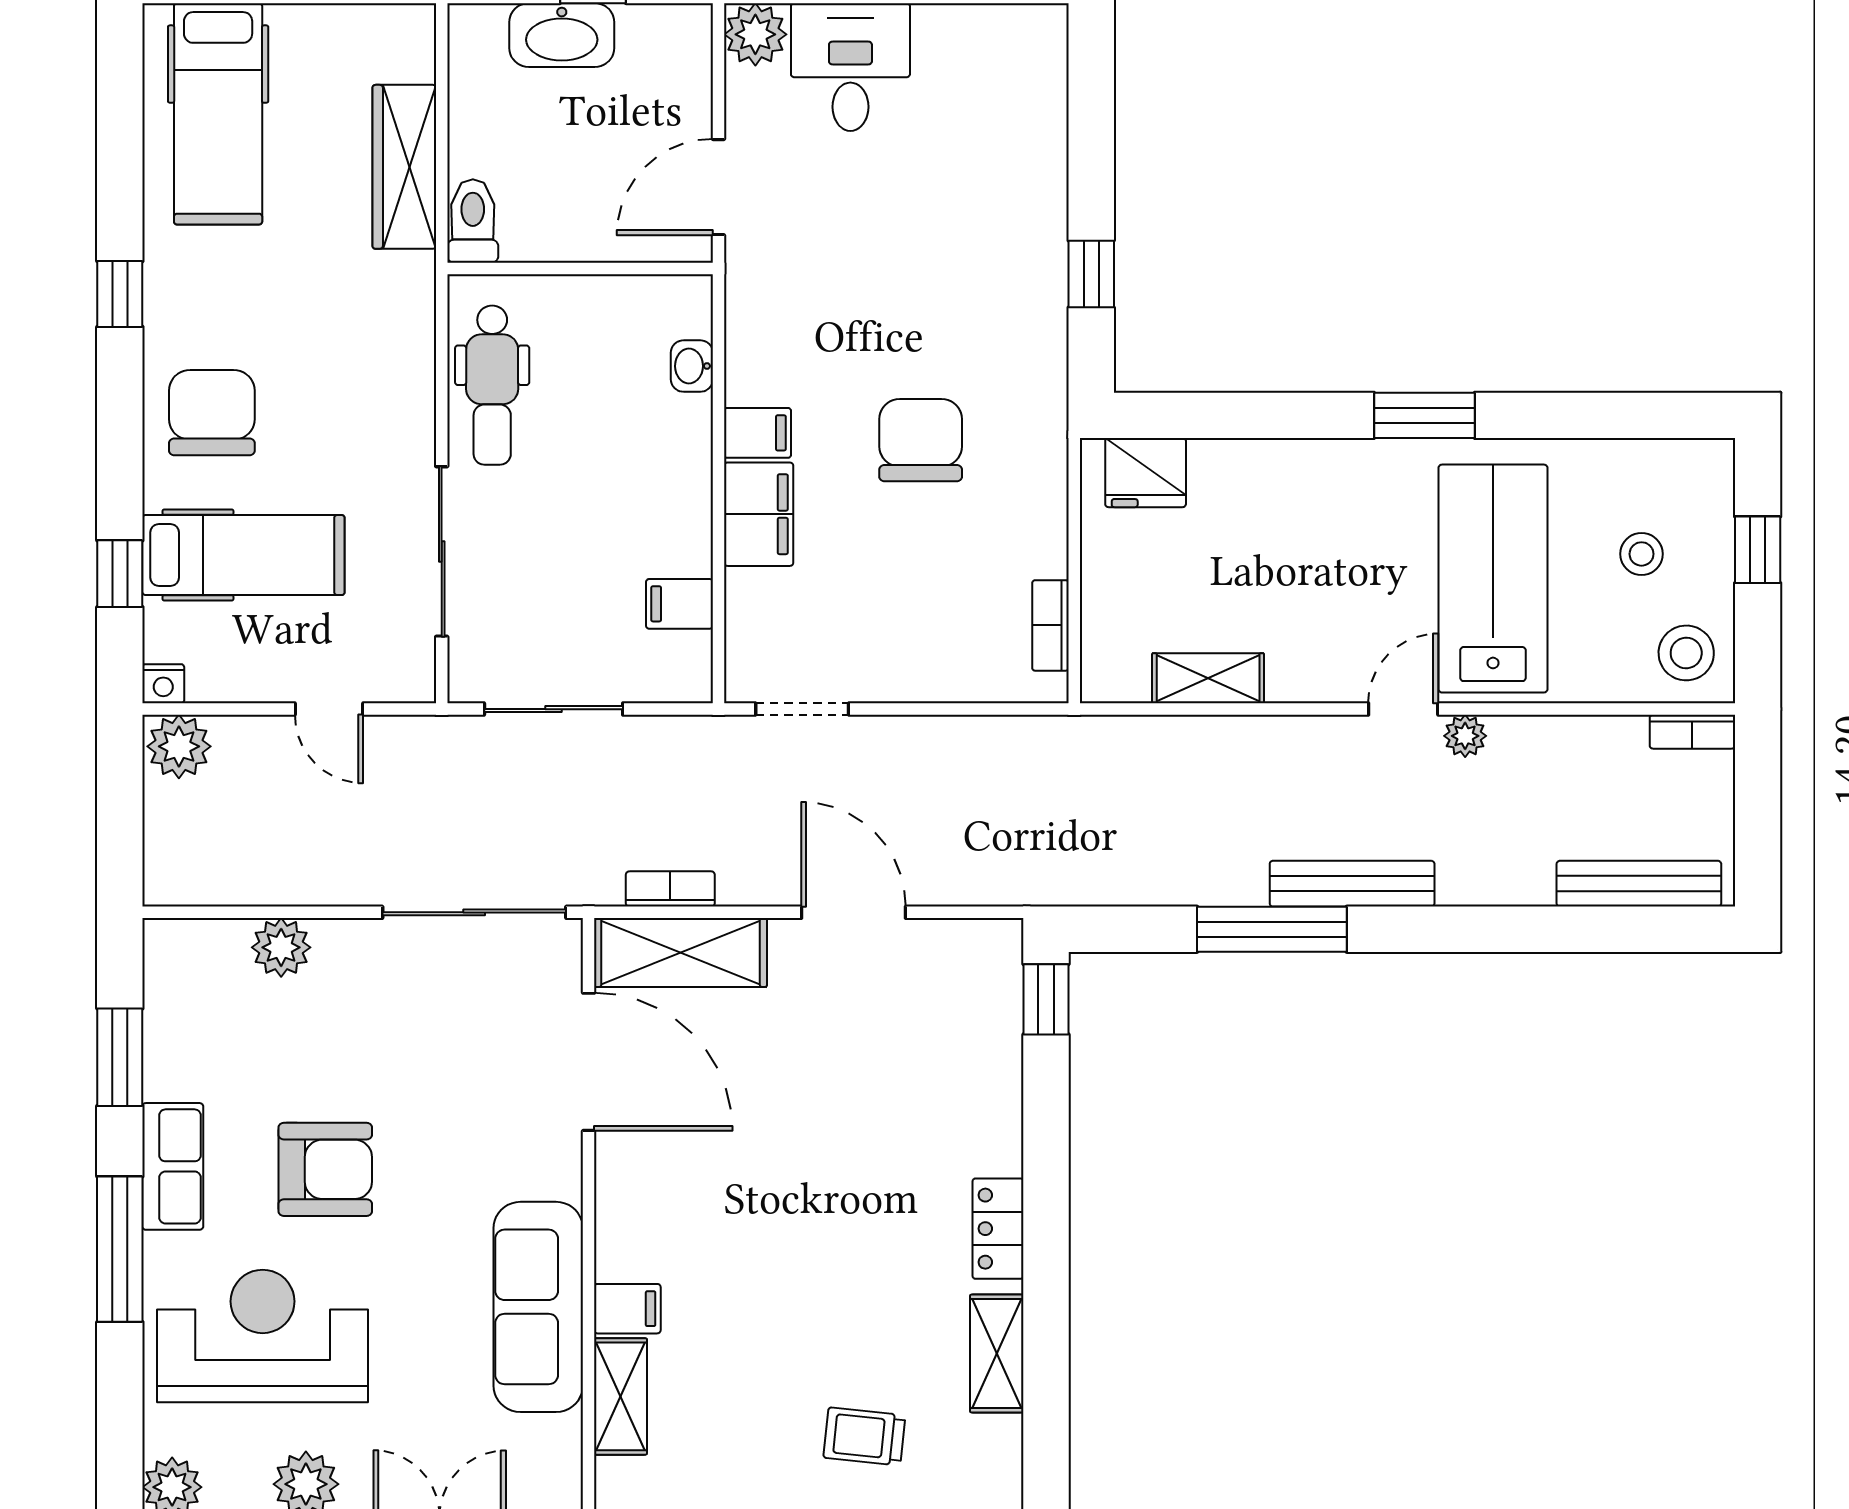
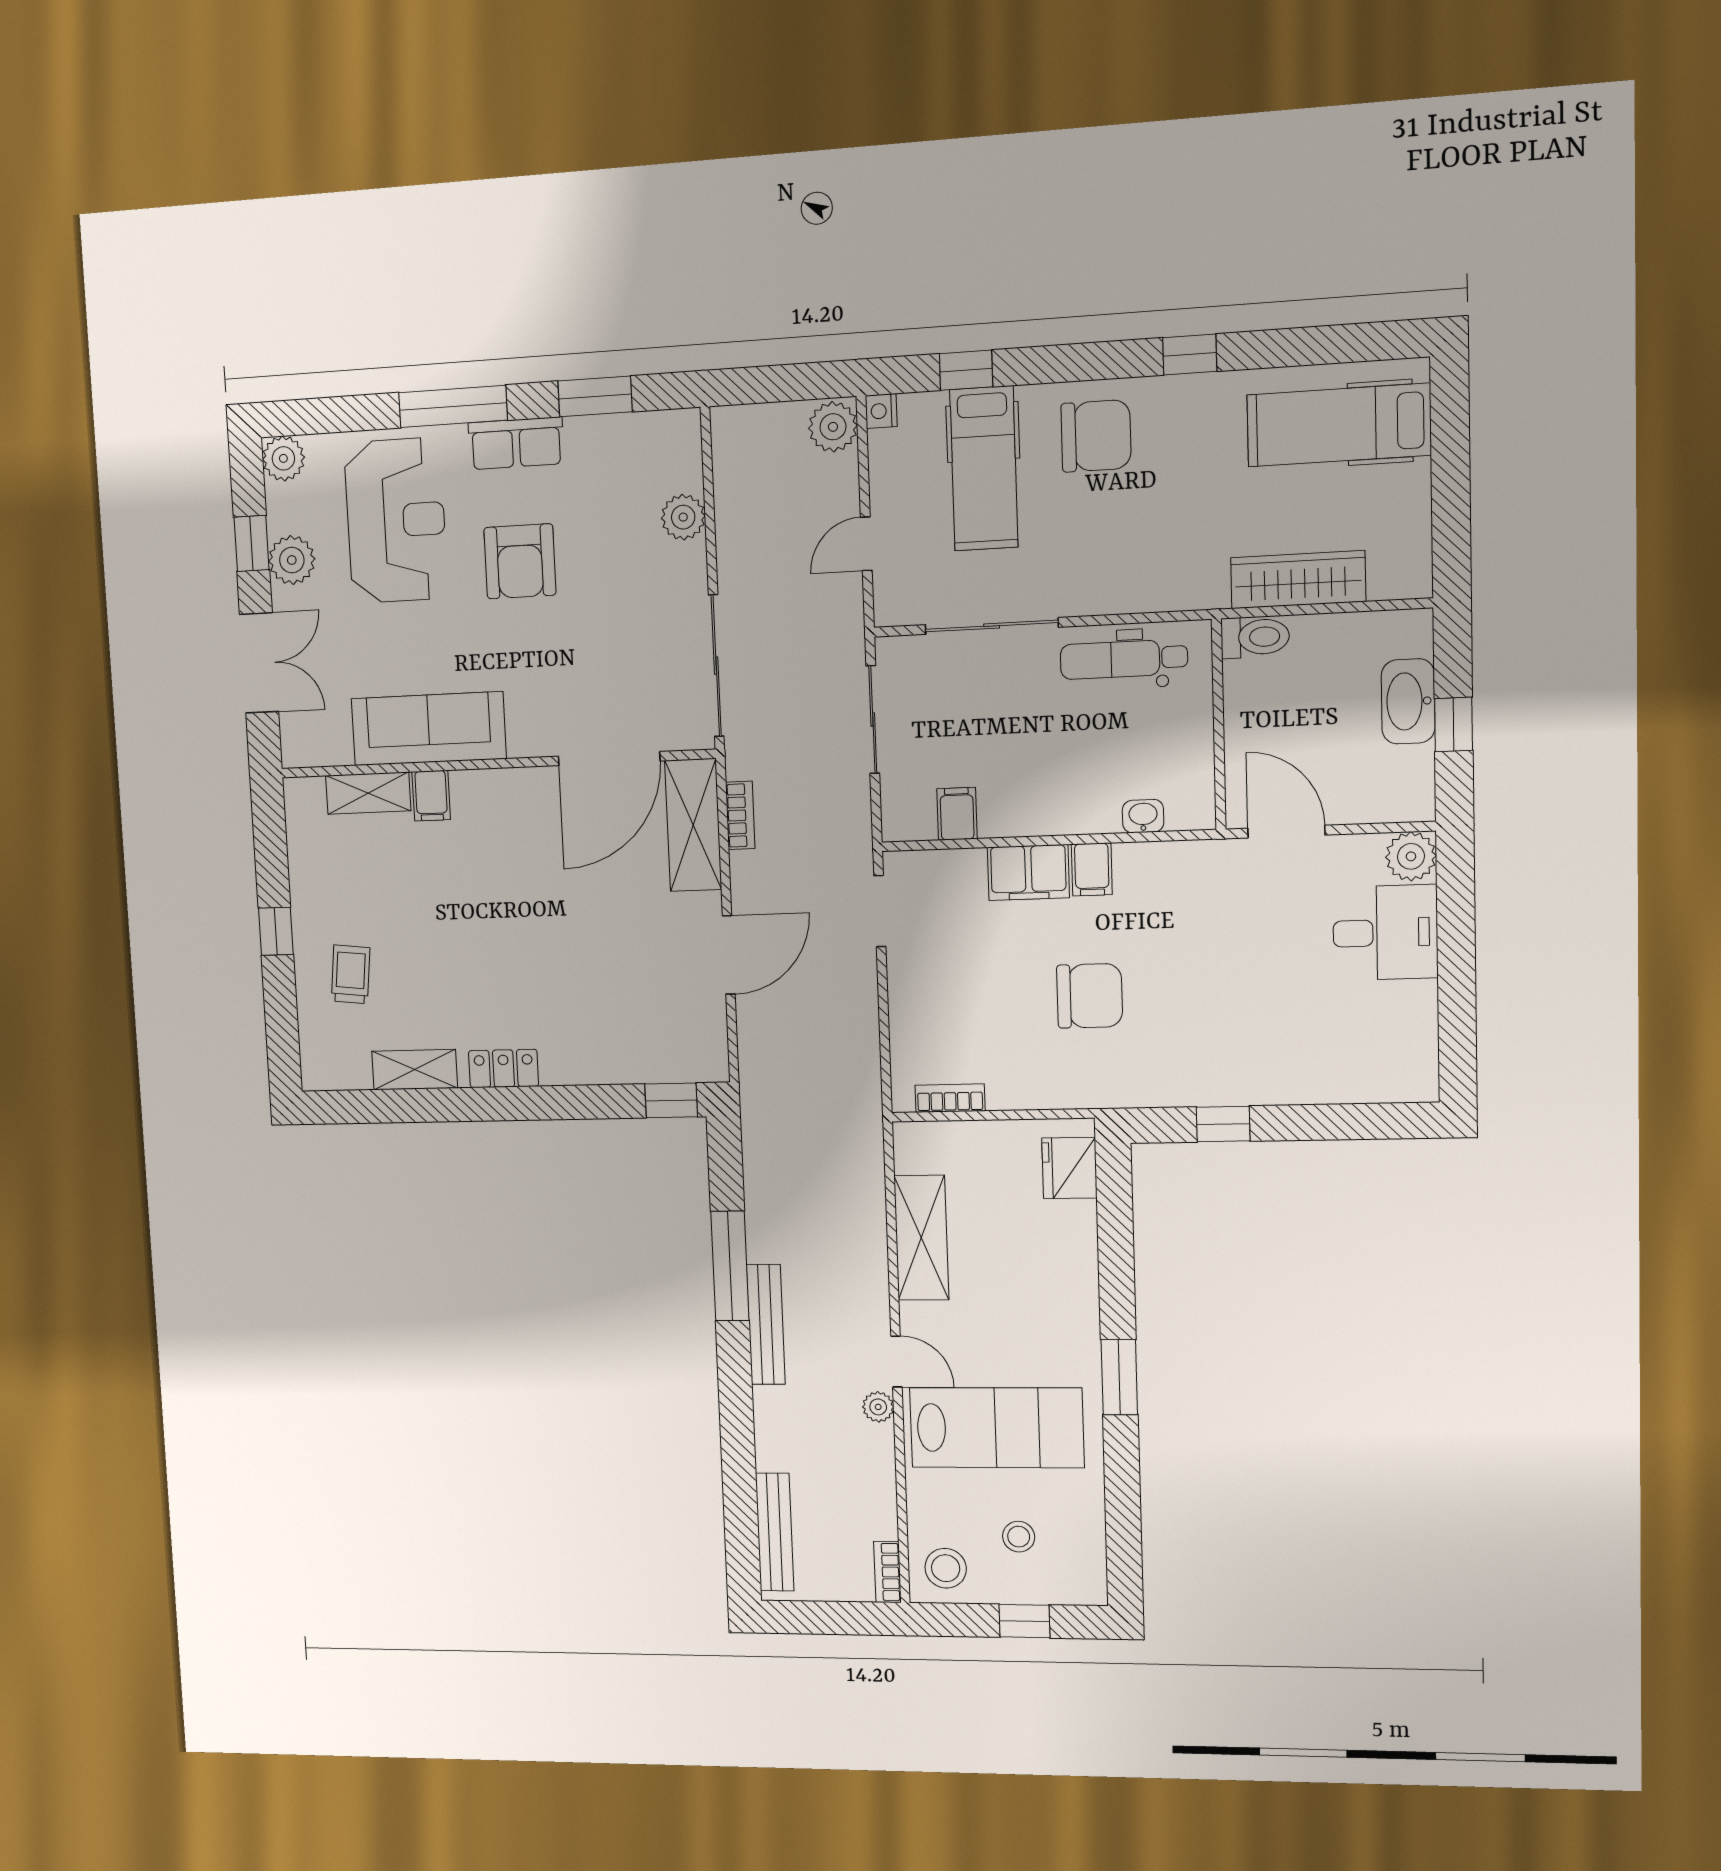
shelving: (1208, 678) -> (921, 1238), width x1.50, depth x1.33

